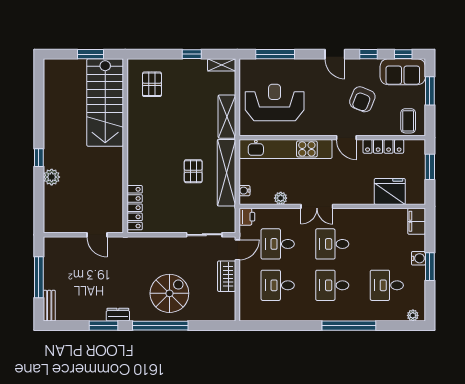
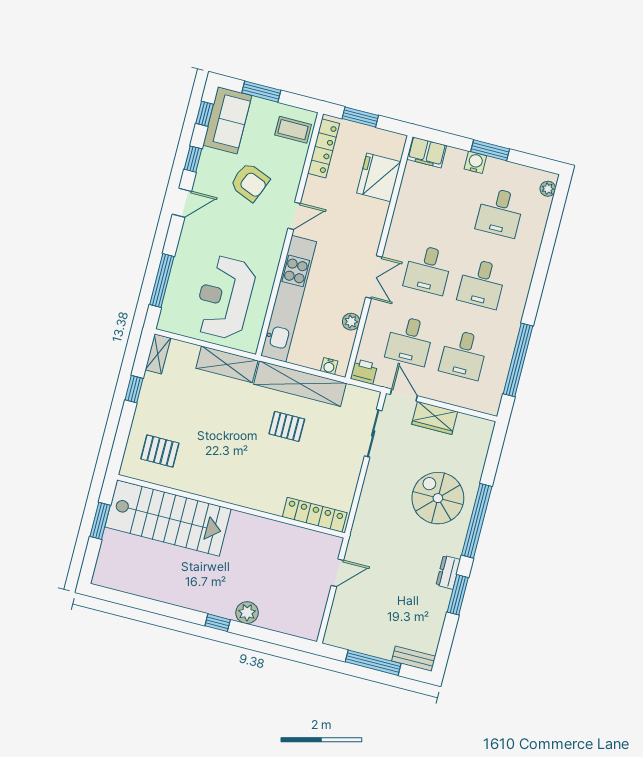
locker: (383, 146) -> (324, 148), moved
window: (349, 326) -> (518, 360), moved

